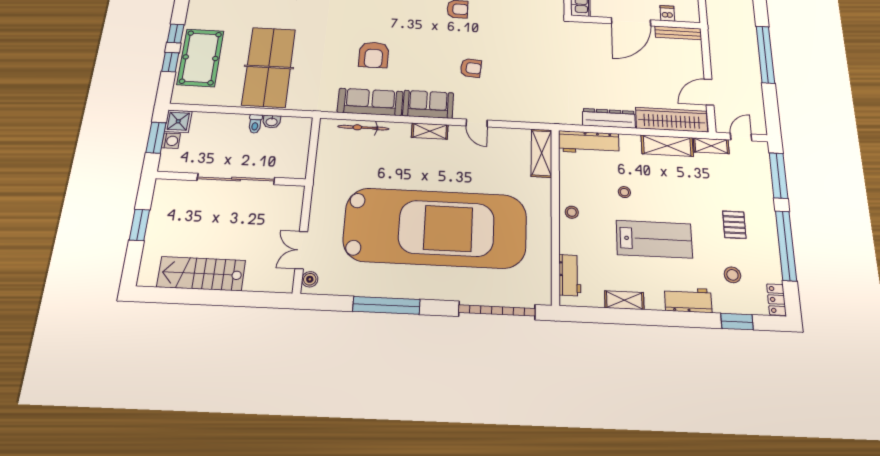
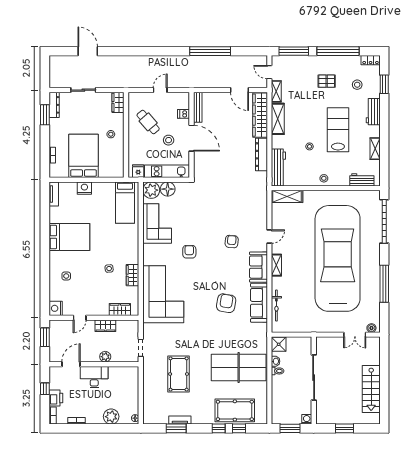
armchair: (374, 55) -> (226, 303), turned -80
shower: (178, 121) -> (279, 344), moved
washing machine: (171, 141) -> (307, 419), moved

